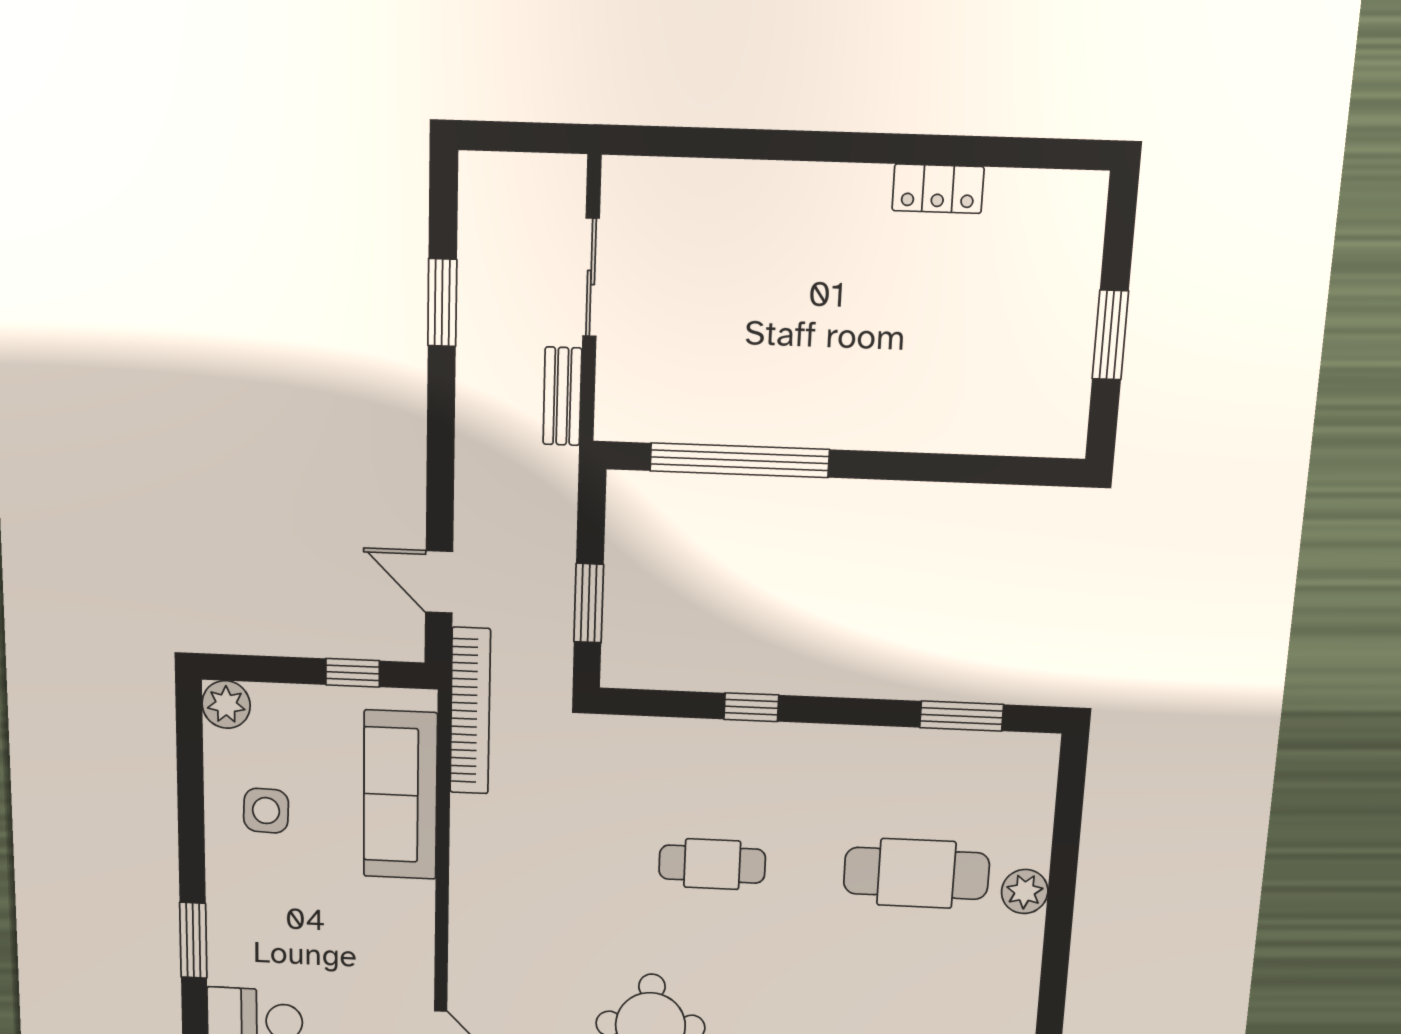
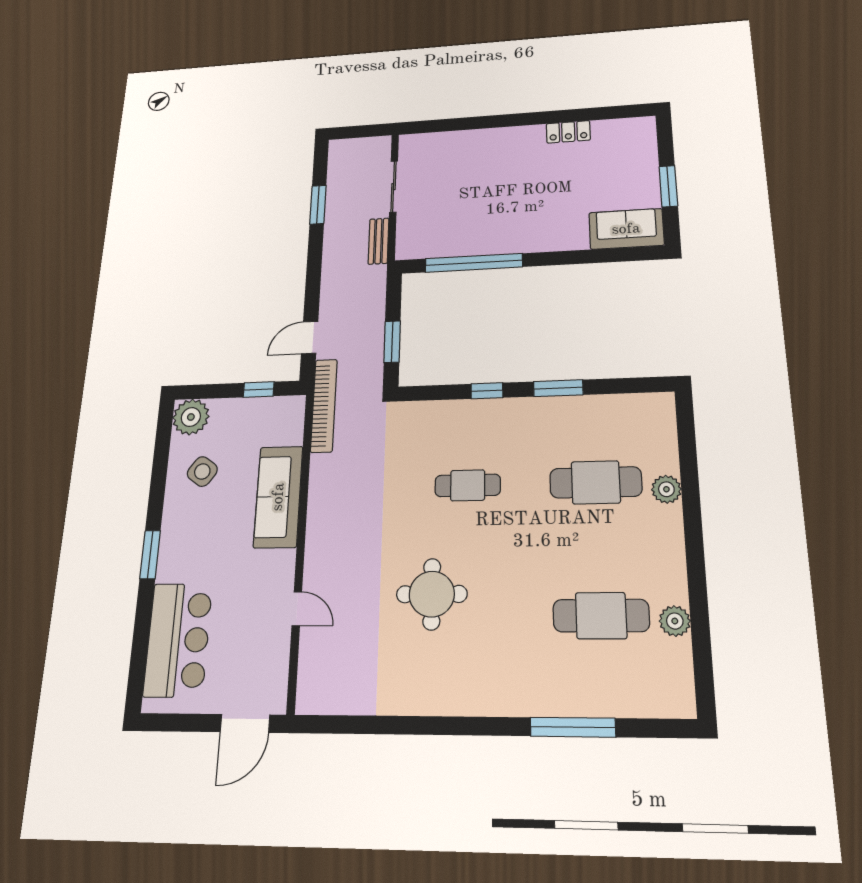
sofa: (1022, 418) -> (626, 229), added
door: (439, 582) -> (310, 337), hinge flipped
plant: (226, 704) -> (191, 417), width x1.36, depth x1.36
window: (962, 716) -> (558, 388), moved
sofa: (400, 795) -> (278, 497), moved
side table: (266, 811) -> (202, 471), turned 34

